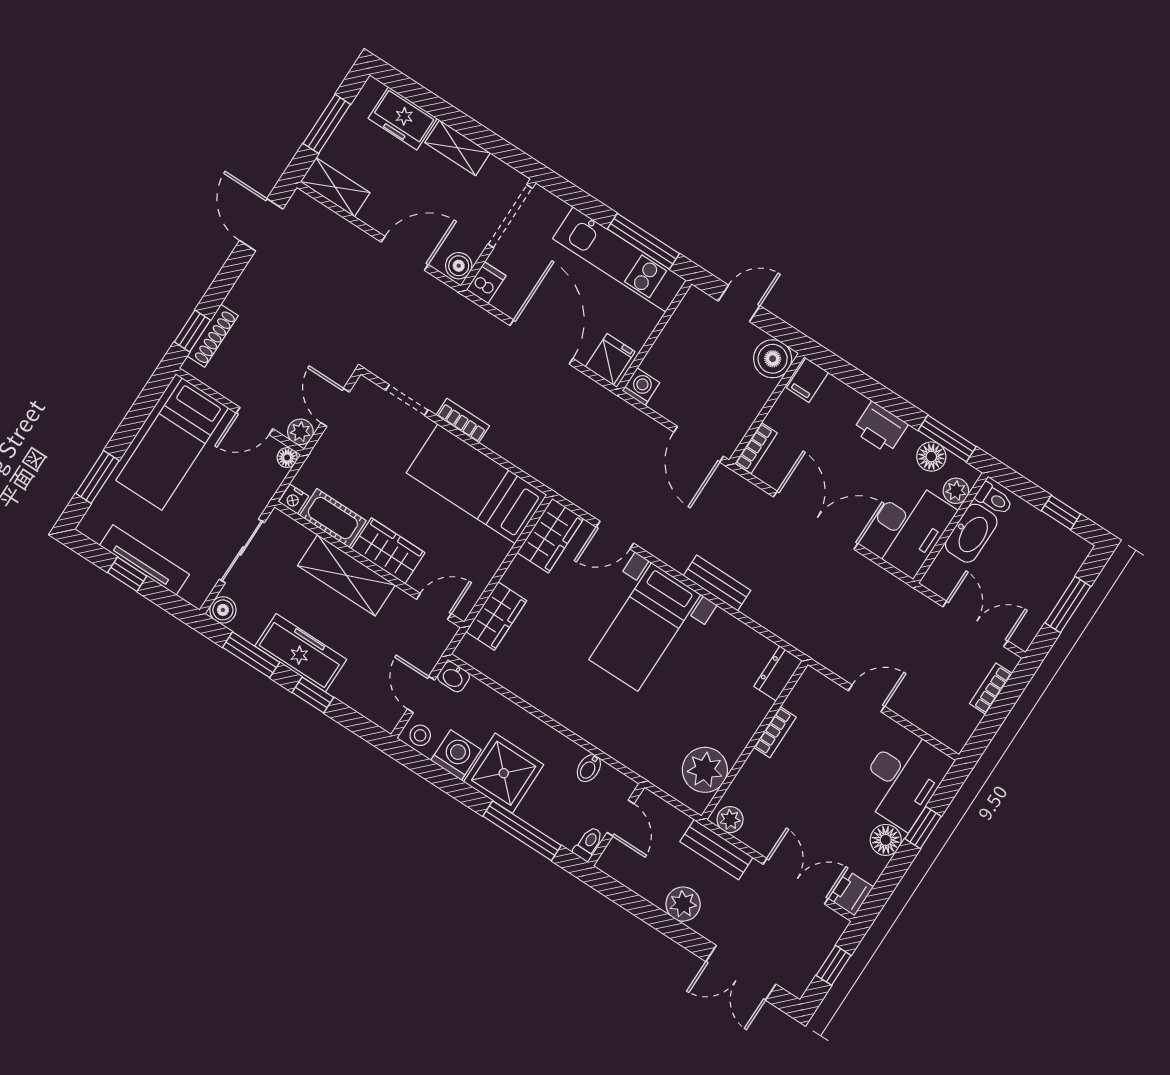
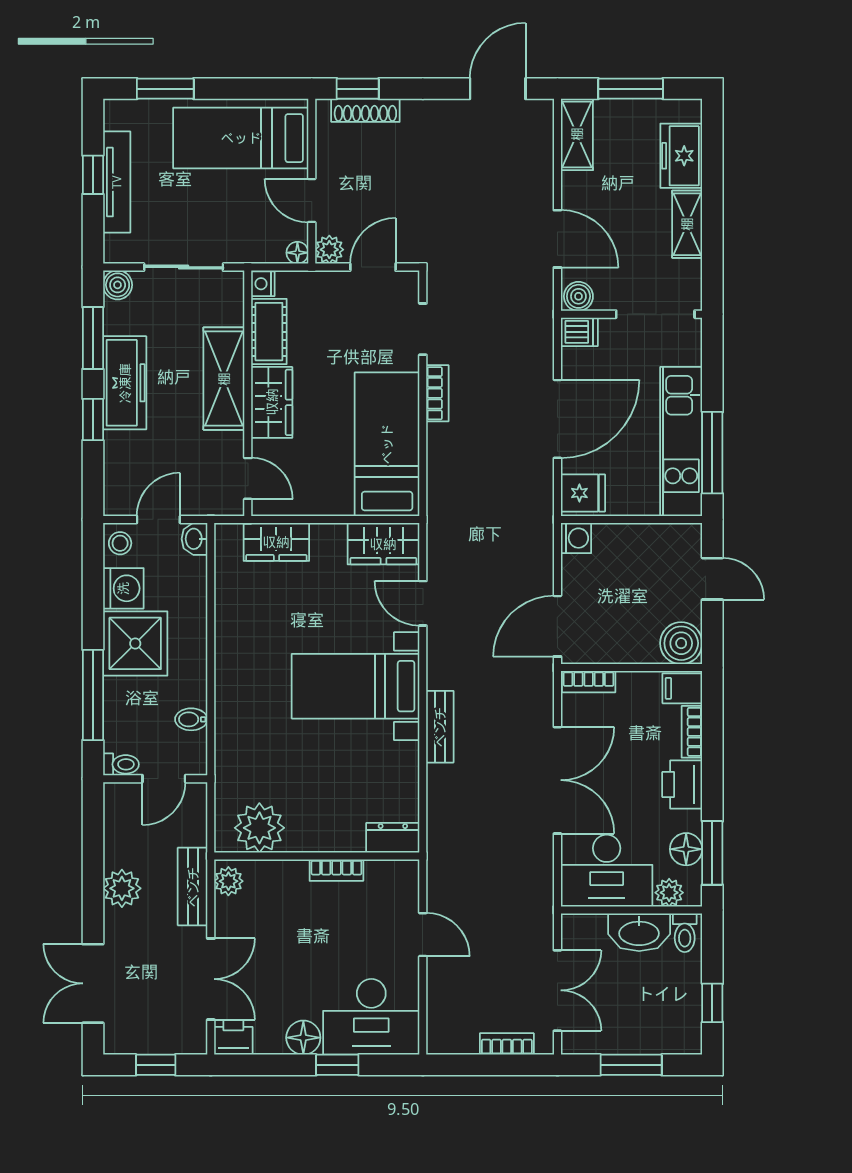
bookcase: (845, 394) -> (692, 732), added

